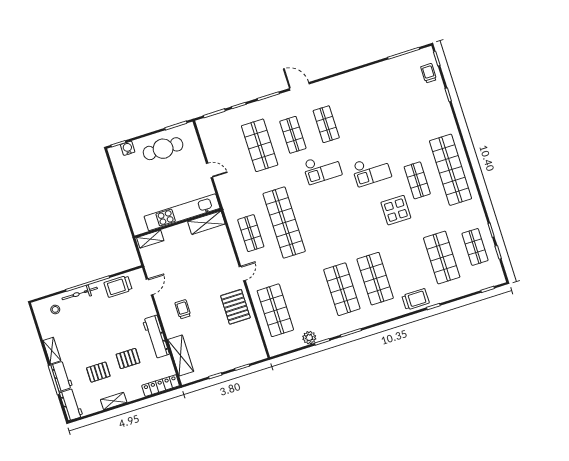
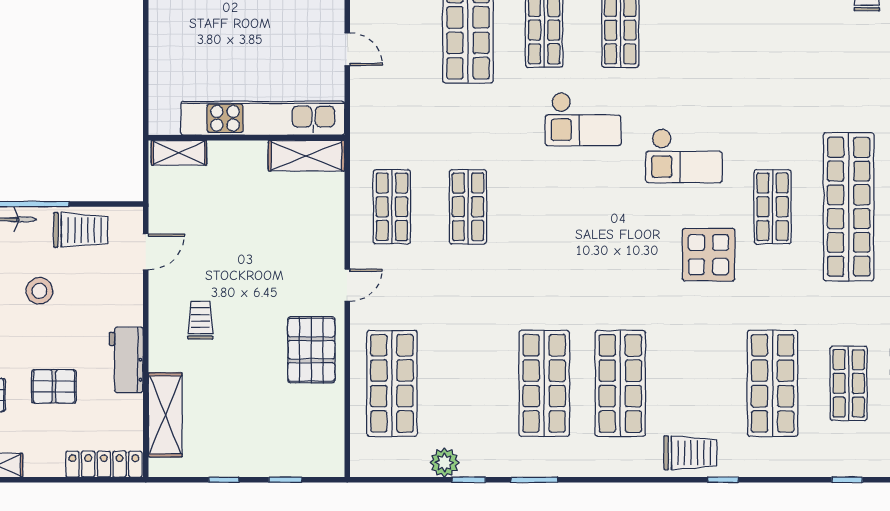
shop shelf: (284, 223) -> (468, 207), width x0.50, depth x0.74
trolley: (118, 286) -> (81, 230), turned 180
stool: (108, 319) -> (39, 291), added
workbench: (156, 337) -> (126, 360), width x0.73

